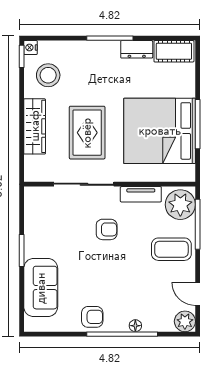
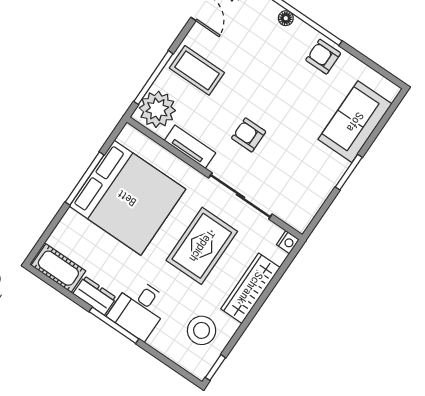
nightstand: (30, 48) -> (288, 242), moved
desk: (100, 61) -> (139, 309), added

